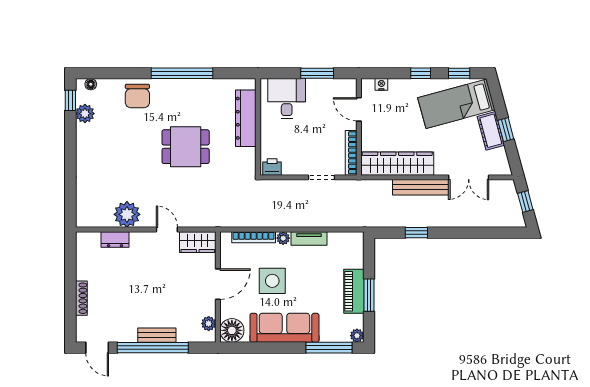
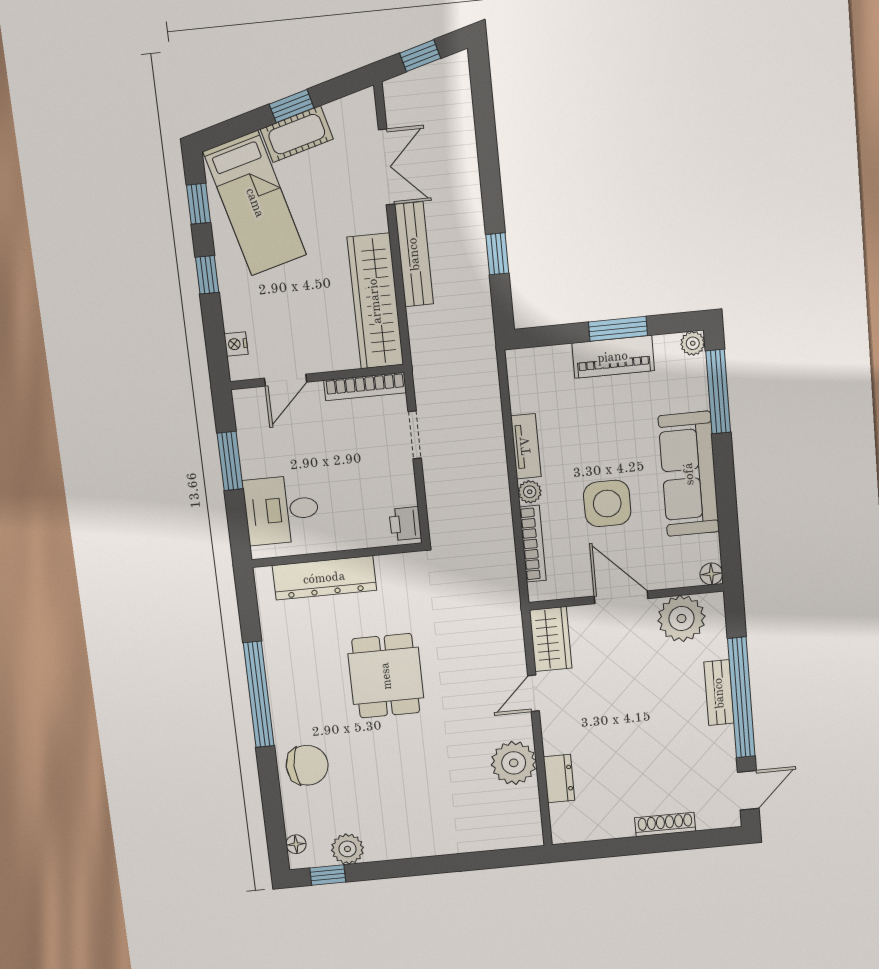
plant: (209, 324) -> (682, 618), width x1.88, depth x1.88
floor lamp: (232, 330) -> (711, 574), width x0.53, depth x0.53

